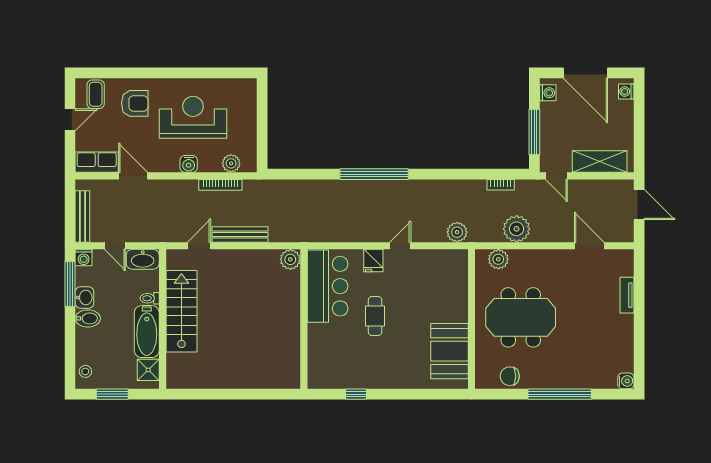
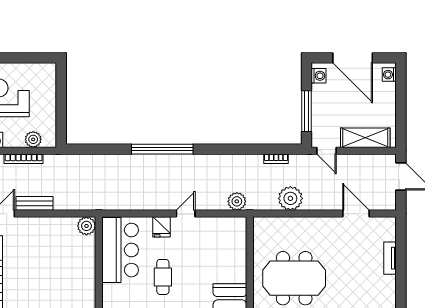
bench: (240, 234) -> (34, 203), width x0.73
plant: (498, 259) -> (274, 226), removed

